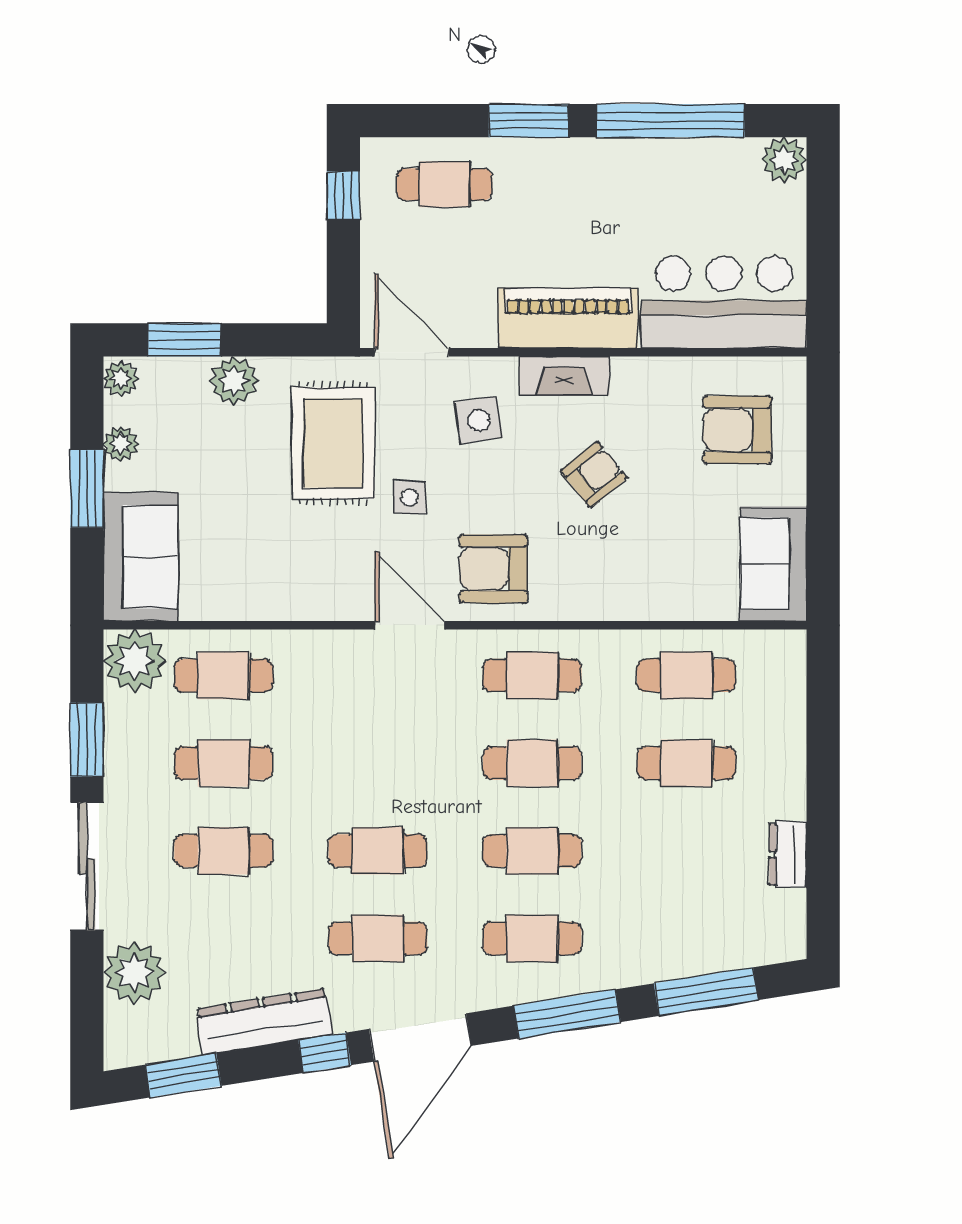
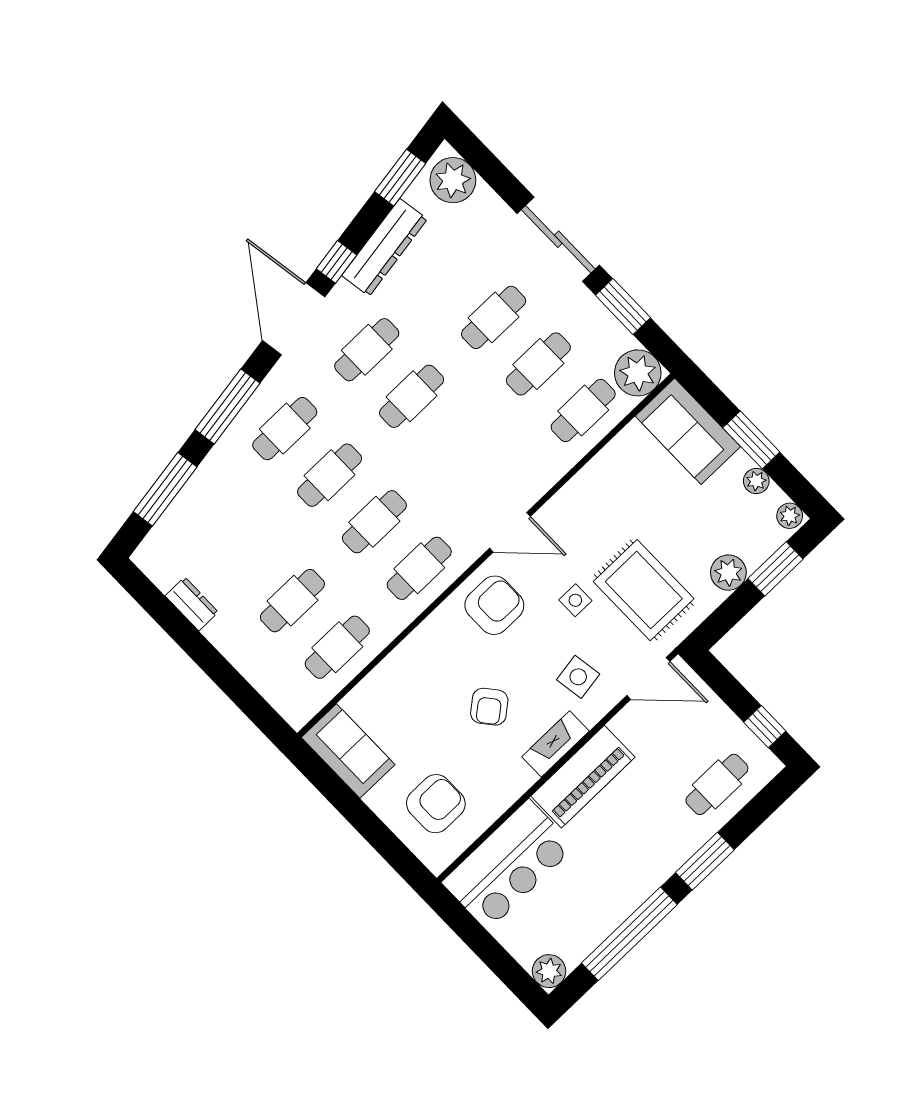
plant: (134, 972) -> (453, 180), moved

